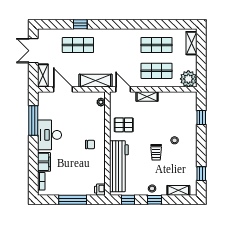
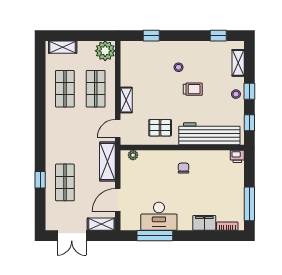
pallet: (124, 125) -> (160, 128), turned 90
desk: (50, 135) -> (159, 216), moved
window: (73, 200) -> (249, 204), moved

